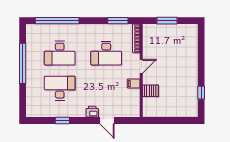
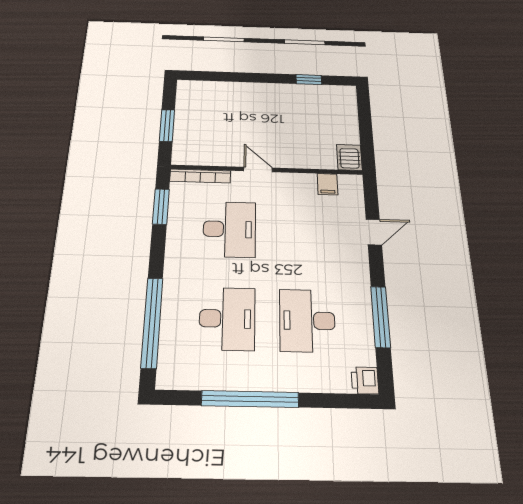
filing cabinet: (134, 84) -> (328, 184), moved
server rack: (150, 91) -> (349, 157), moved
printer: (92, 112) -> (365, 380), moved
window: (62, 121) -> (381, 317), width x2.17

